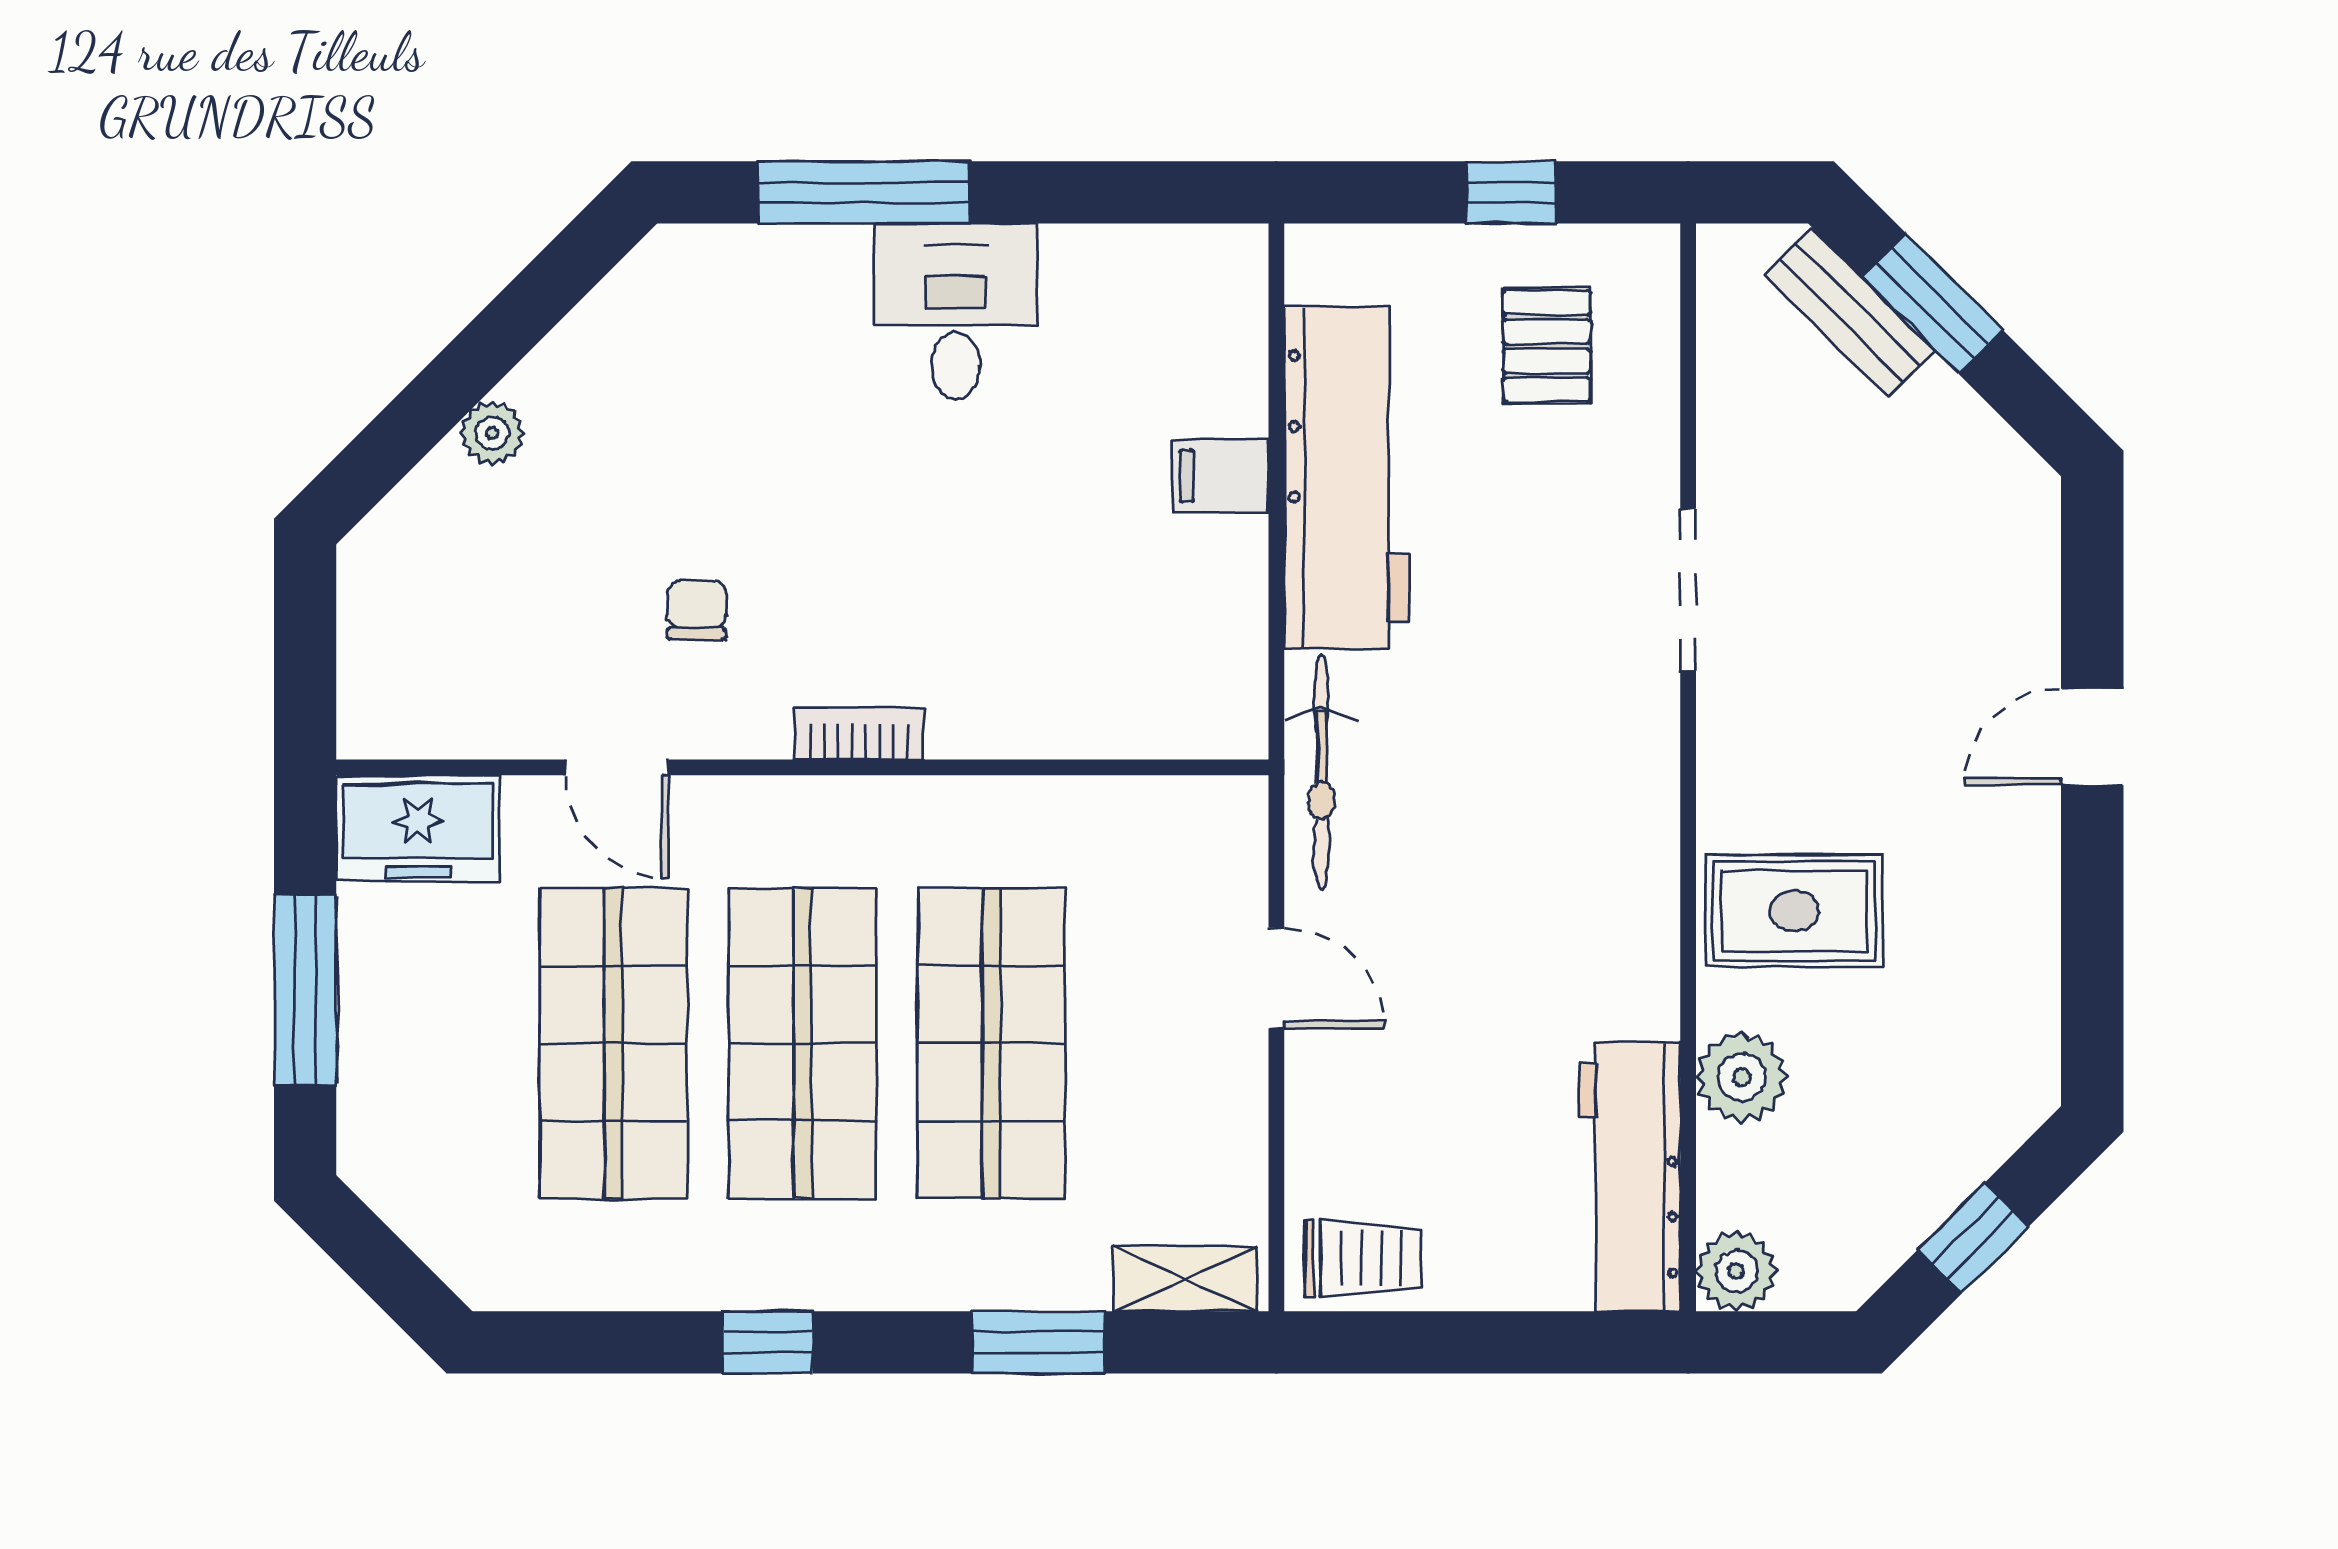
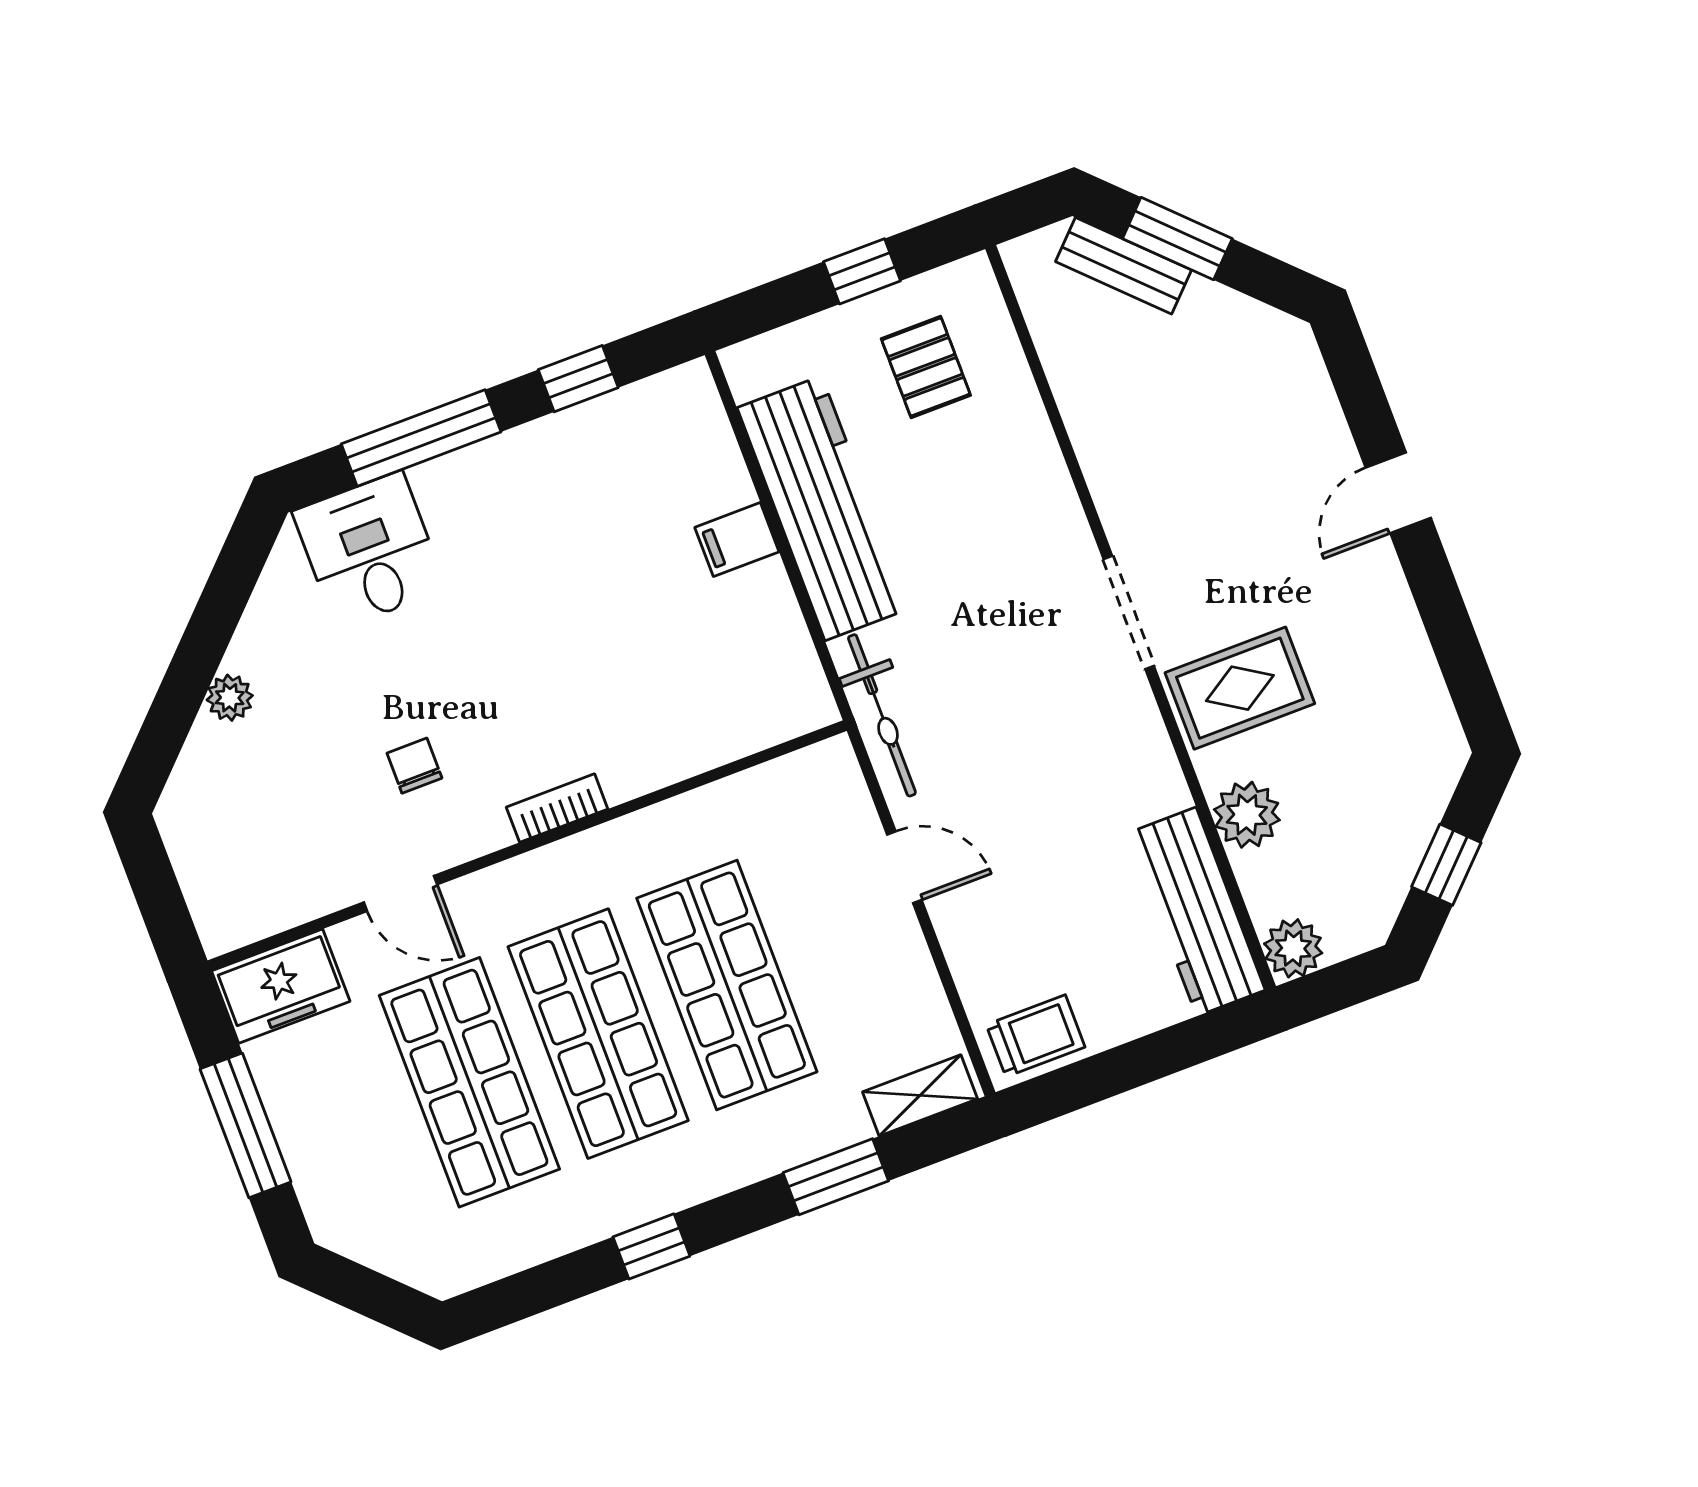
window: (1095, 192) -> (578, 379), added
desk: (956, 311) -> (369, 550), moved
doorway: (1688, 589) -> (1129, 613), moved

